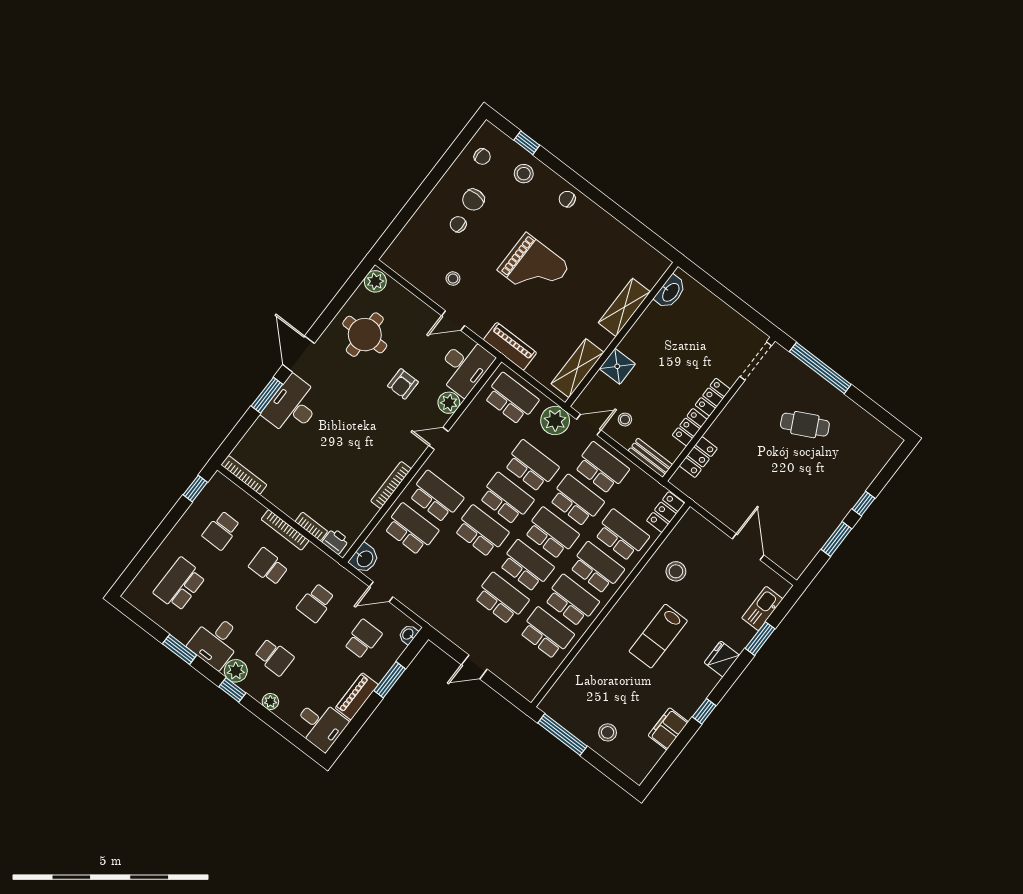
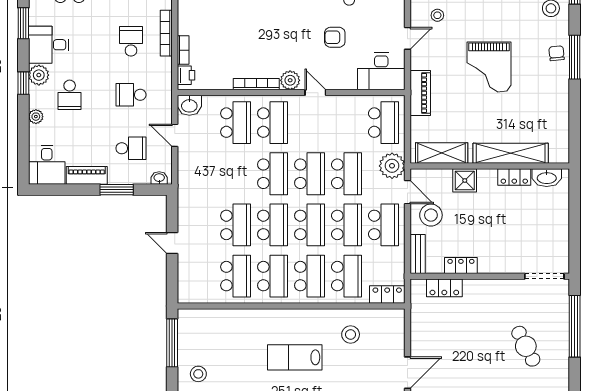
window: (583, 186) -> (575, 57), added
shelving: (624, 307) -> (511, 153), width x1.47
door: (453, 321) -> (407, 38), swing flipped
locker: (713, 397) -> (514, 177), moved, turned 180
plant: (449, 403) -> (290, 80), moved
stool: (625, 420) -> (431, 215), width x1.89, depth x1.89

